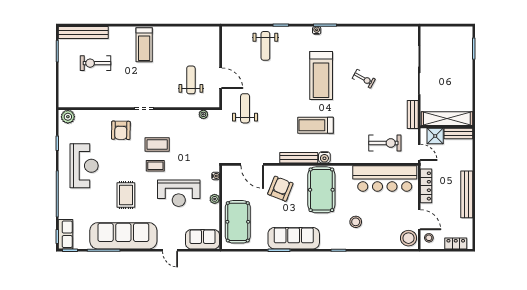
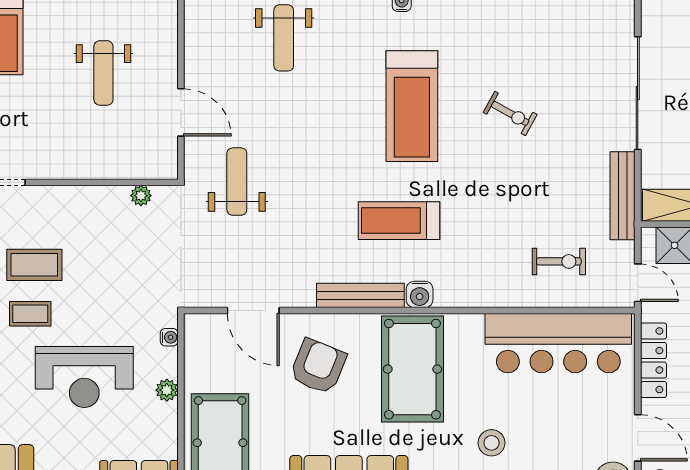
weight bench: (191, 80) -> (103, 73), moved, turned 180
bench: (413, 114) -> (623, 196), width x1.36
exercise bike: (385, 143) -> (559, 261), width x0.73, depth x0.72

